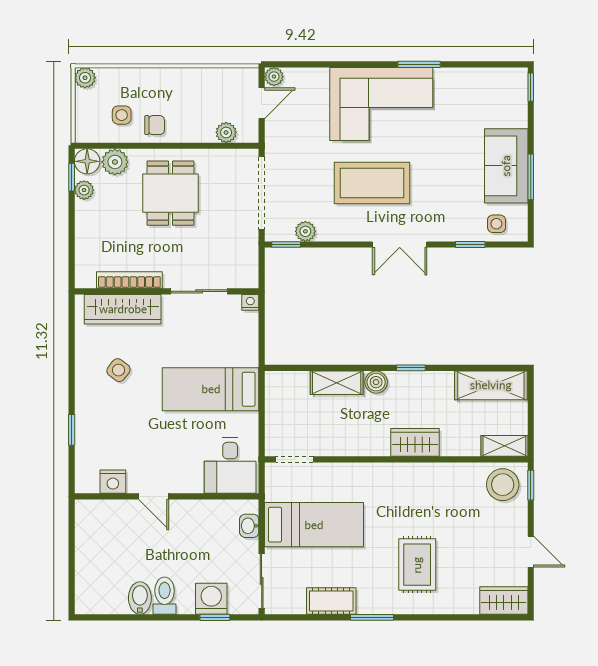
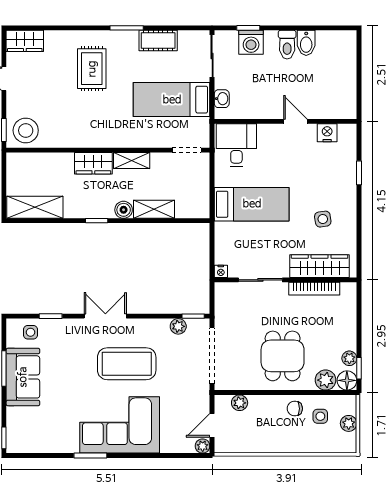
plant: (85, 78) -> (349, 423), moved
side table: (118, 370) -> (323, 219), turned 45
shelving: (504, 446) -> (132, 160), moved

